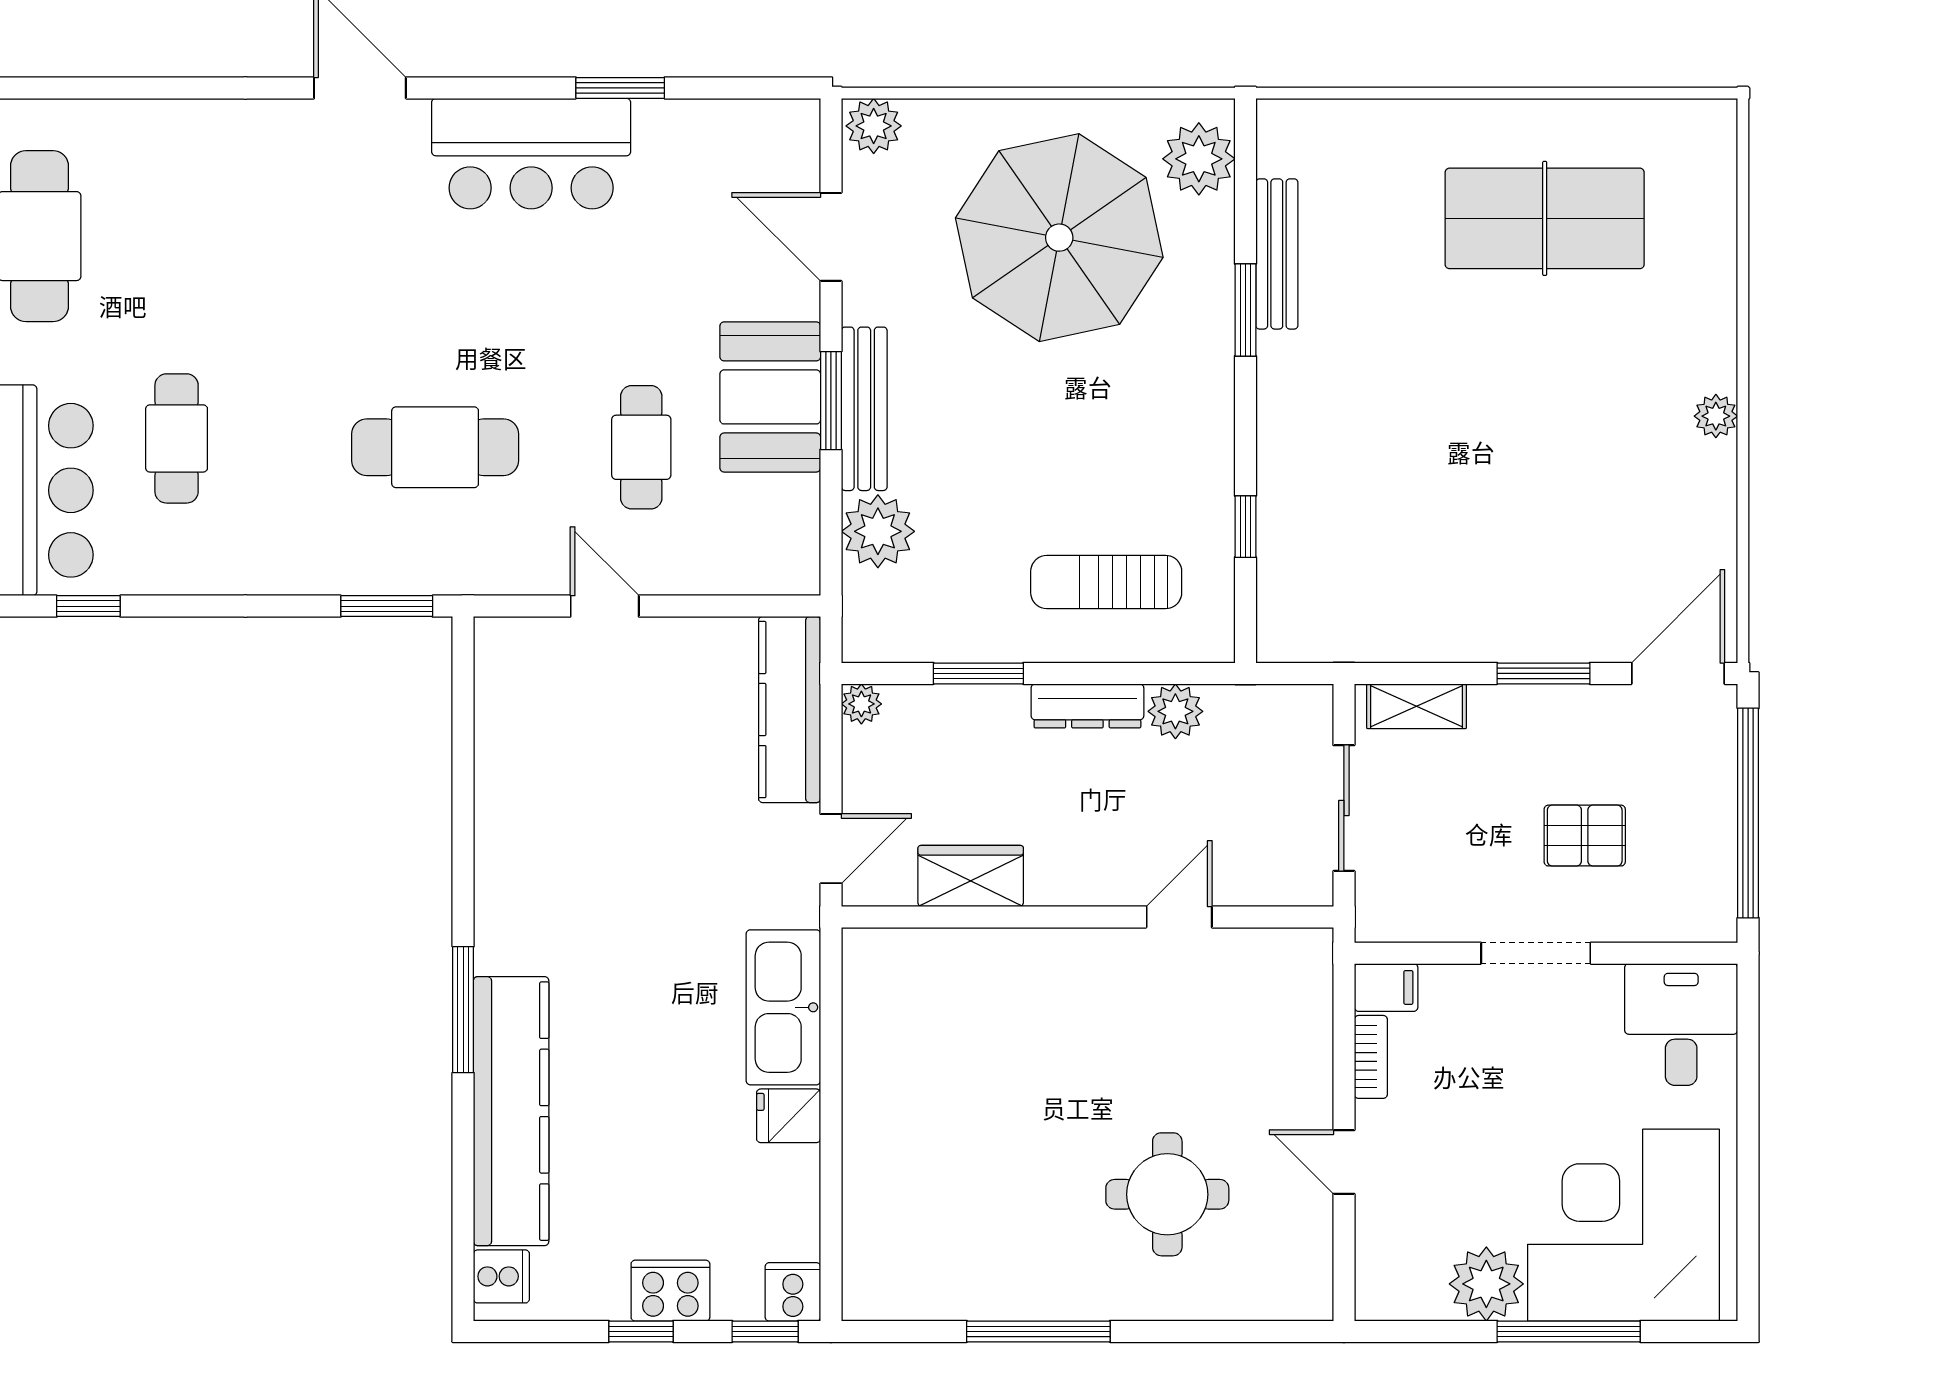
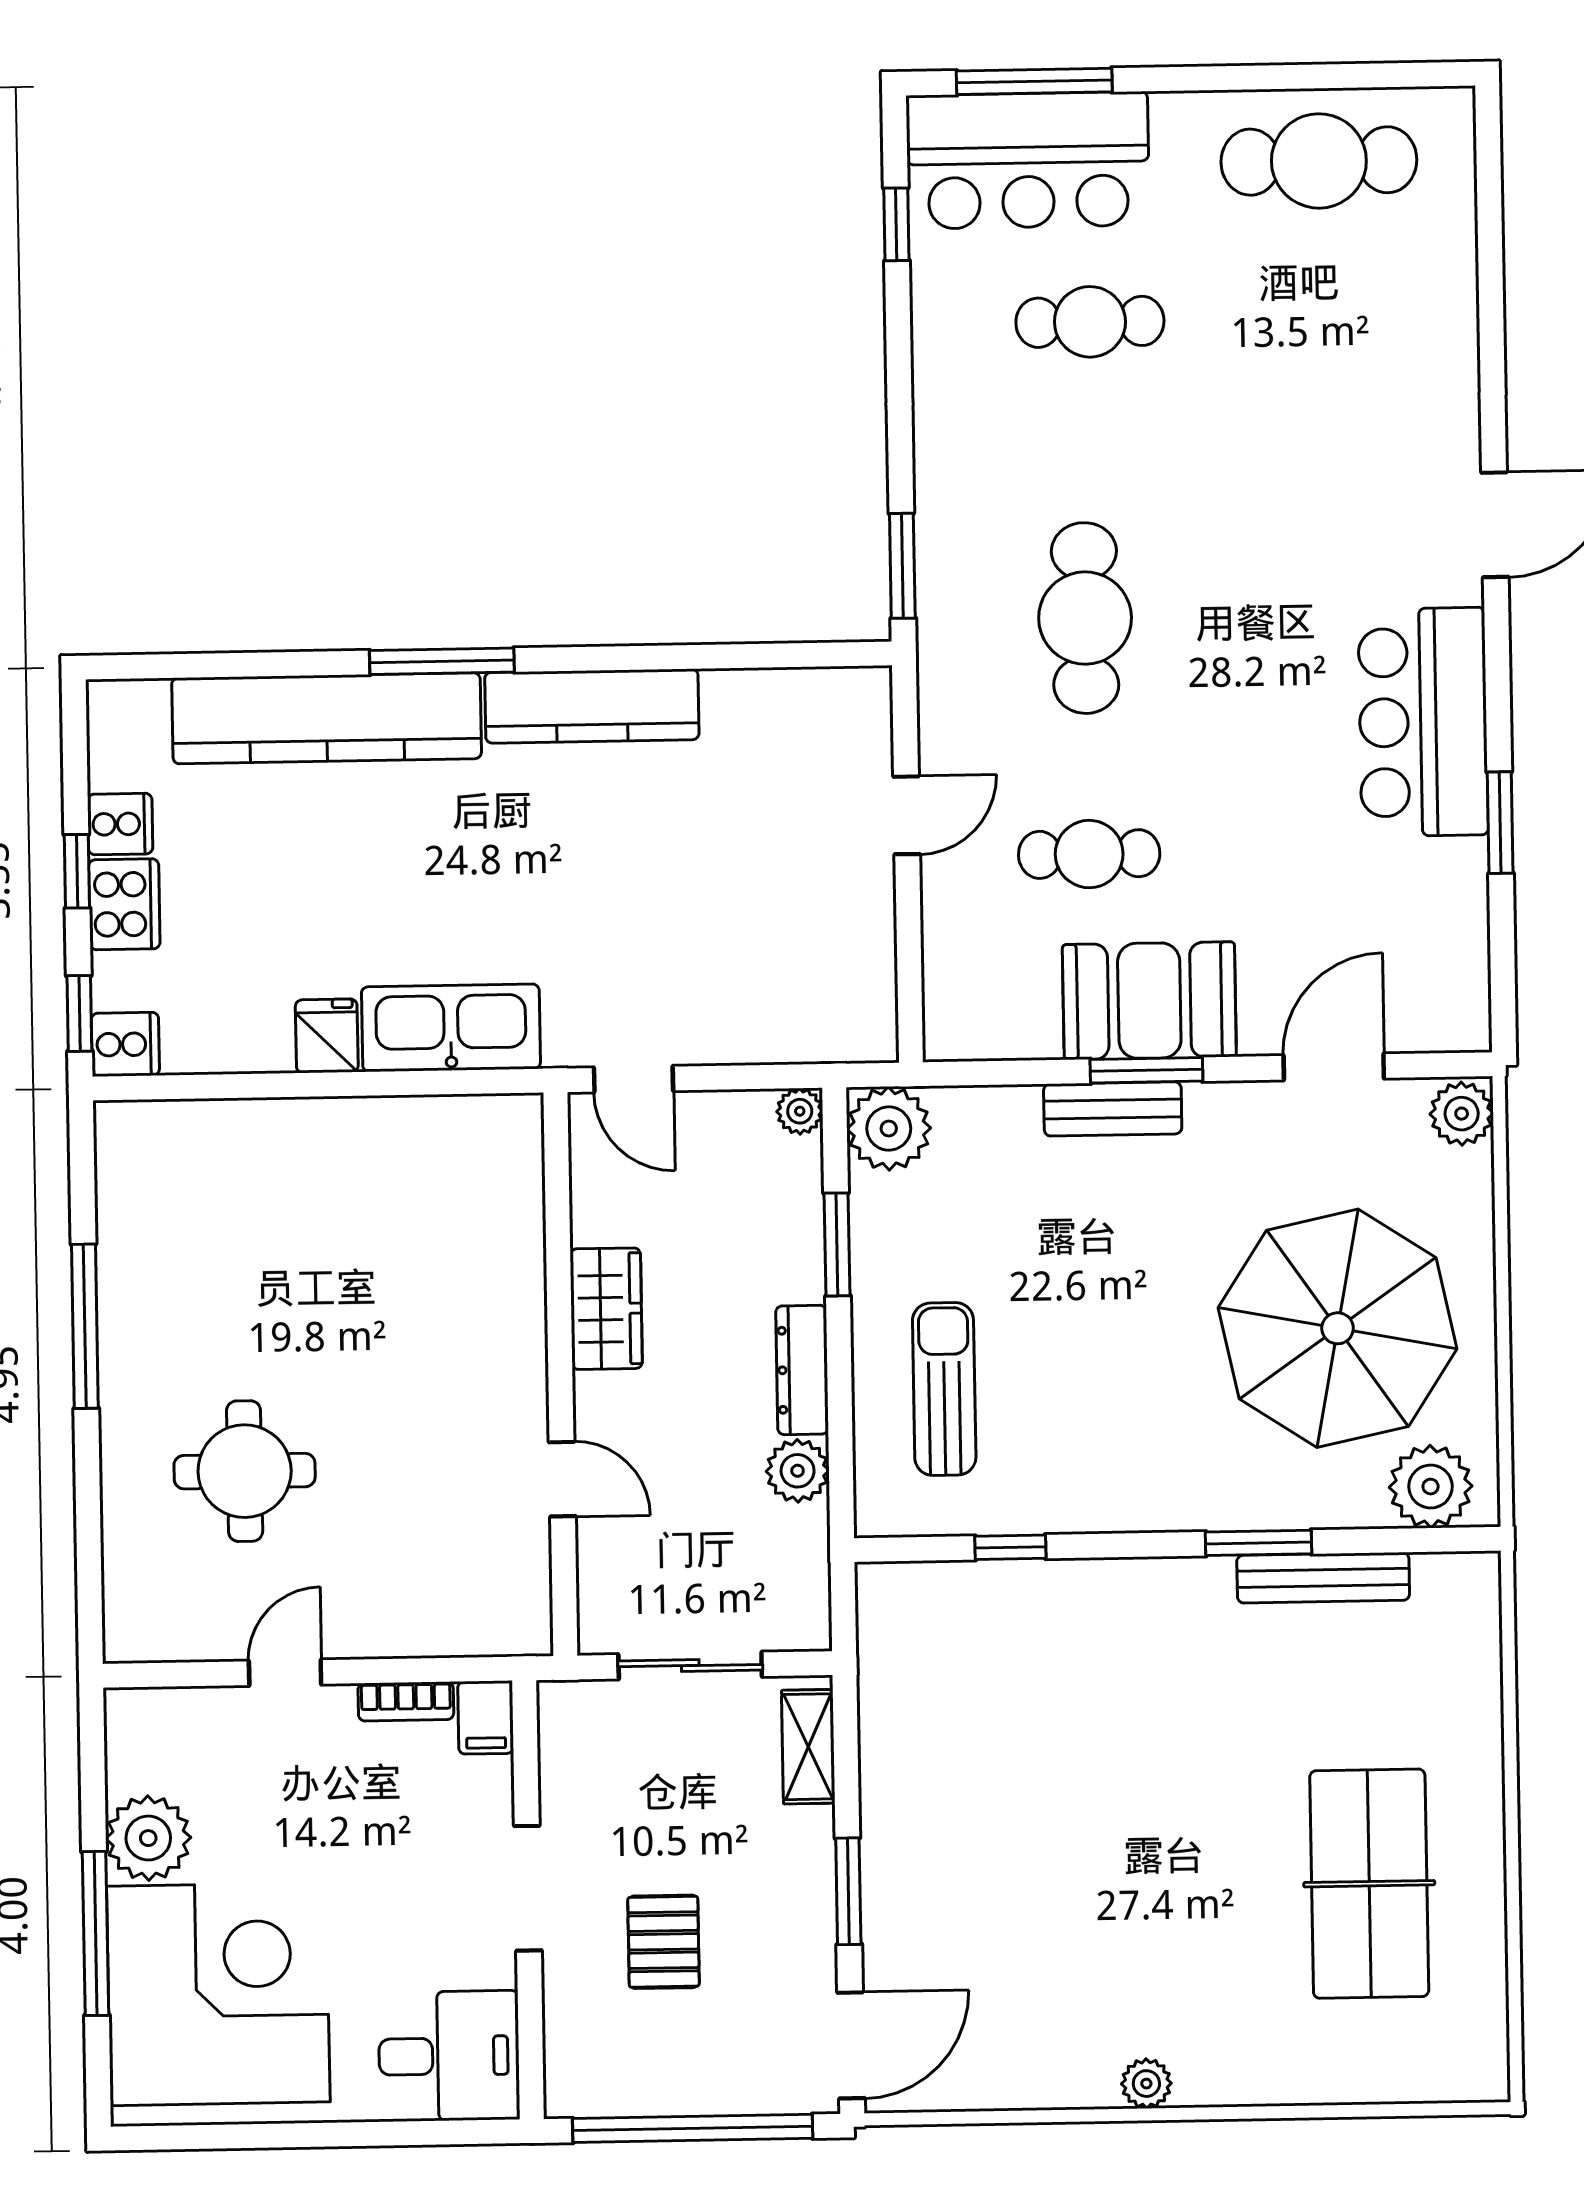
bench: (864, 409) -> (1113, 1109), width x0.73
plant: (878, 531) -> (889, 1128), moved
door: (1678, 673) -> (851, 2045), hinge flipped
kitchen counter: (790, 710) -> (592, 706), moved, turned 180
wardrobe: (971, 876) -> (606, 1309), moved
cooker: (501, 1276) -> (120, 824), moved, turned -90

